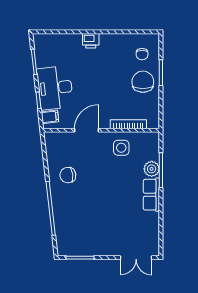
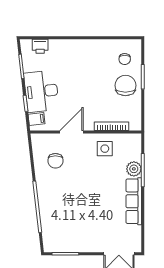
printer: (91, 41) -> (40, 46), moved
chair: (68, 175) -> (55, 161), moved, turned -82
row of seats: (151, 195) -> (134, 201), width x1.48

